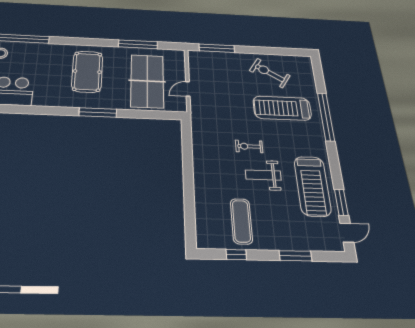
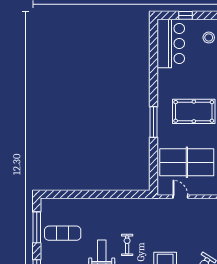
window: (236, 255) -> (37, 227), width x2.17

